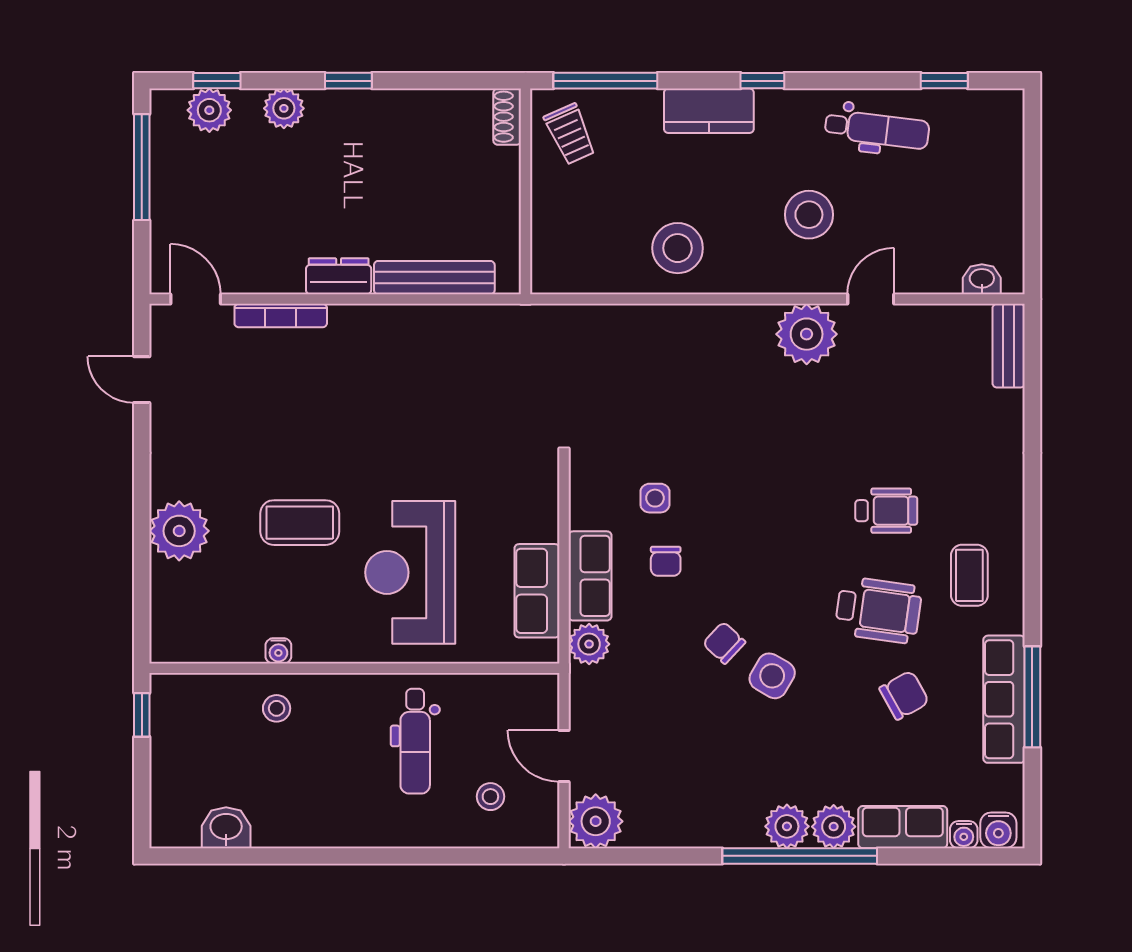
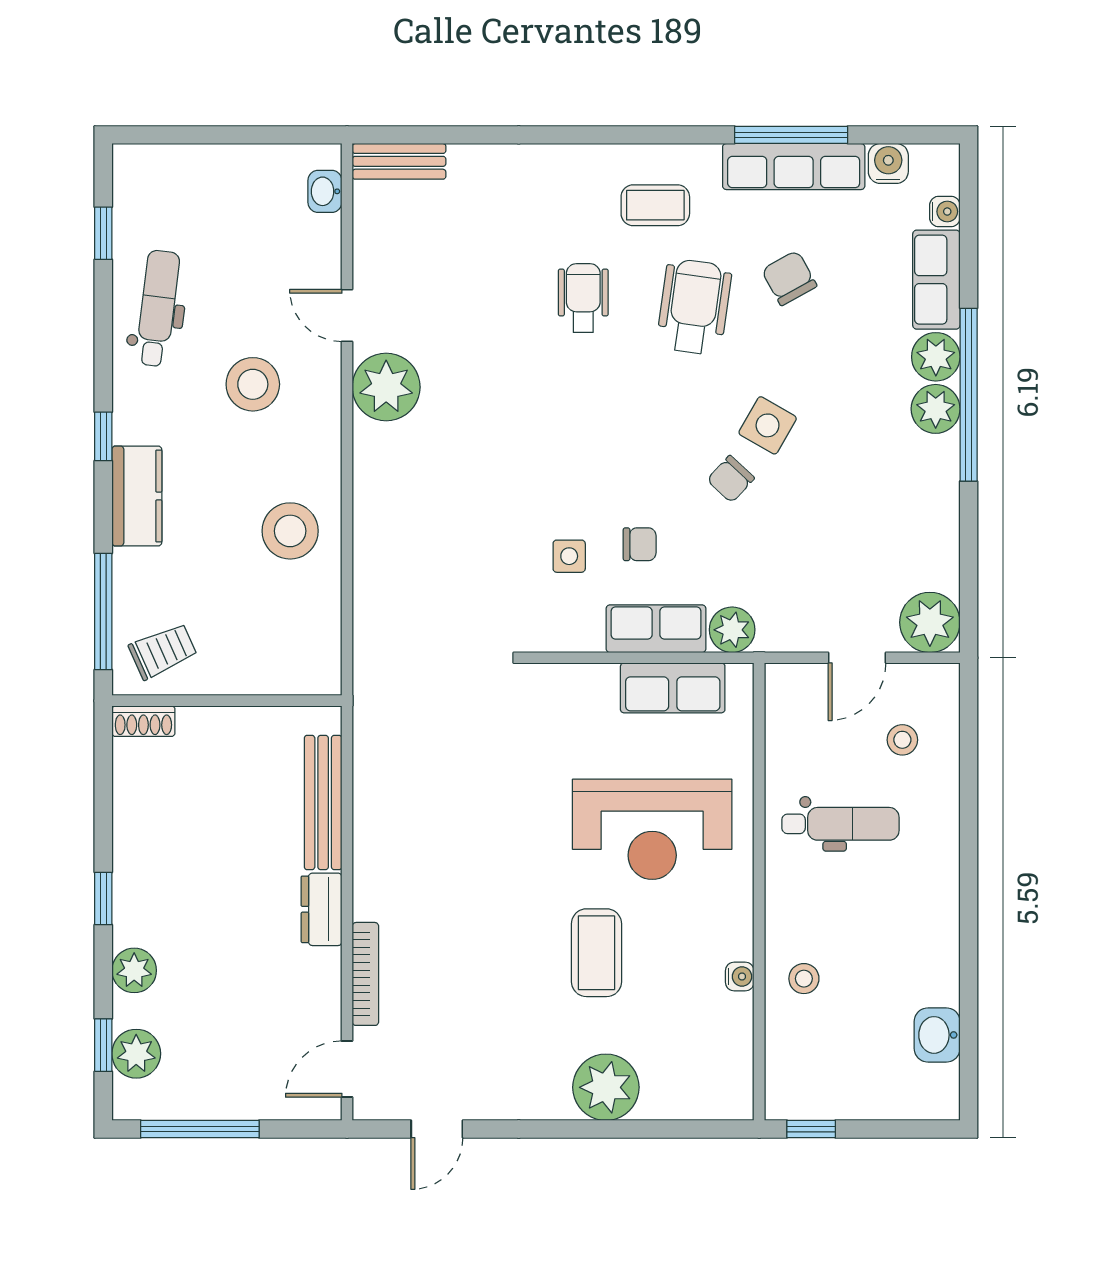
water cooler: (998, 830) -> (888, 163), moved, turned -90

